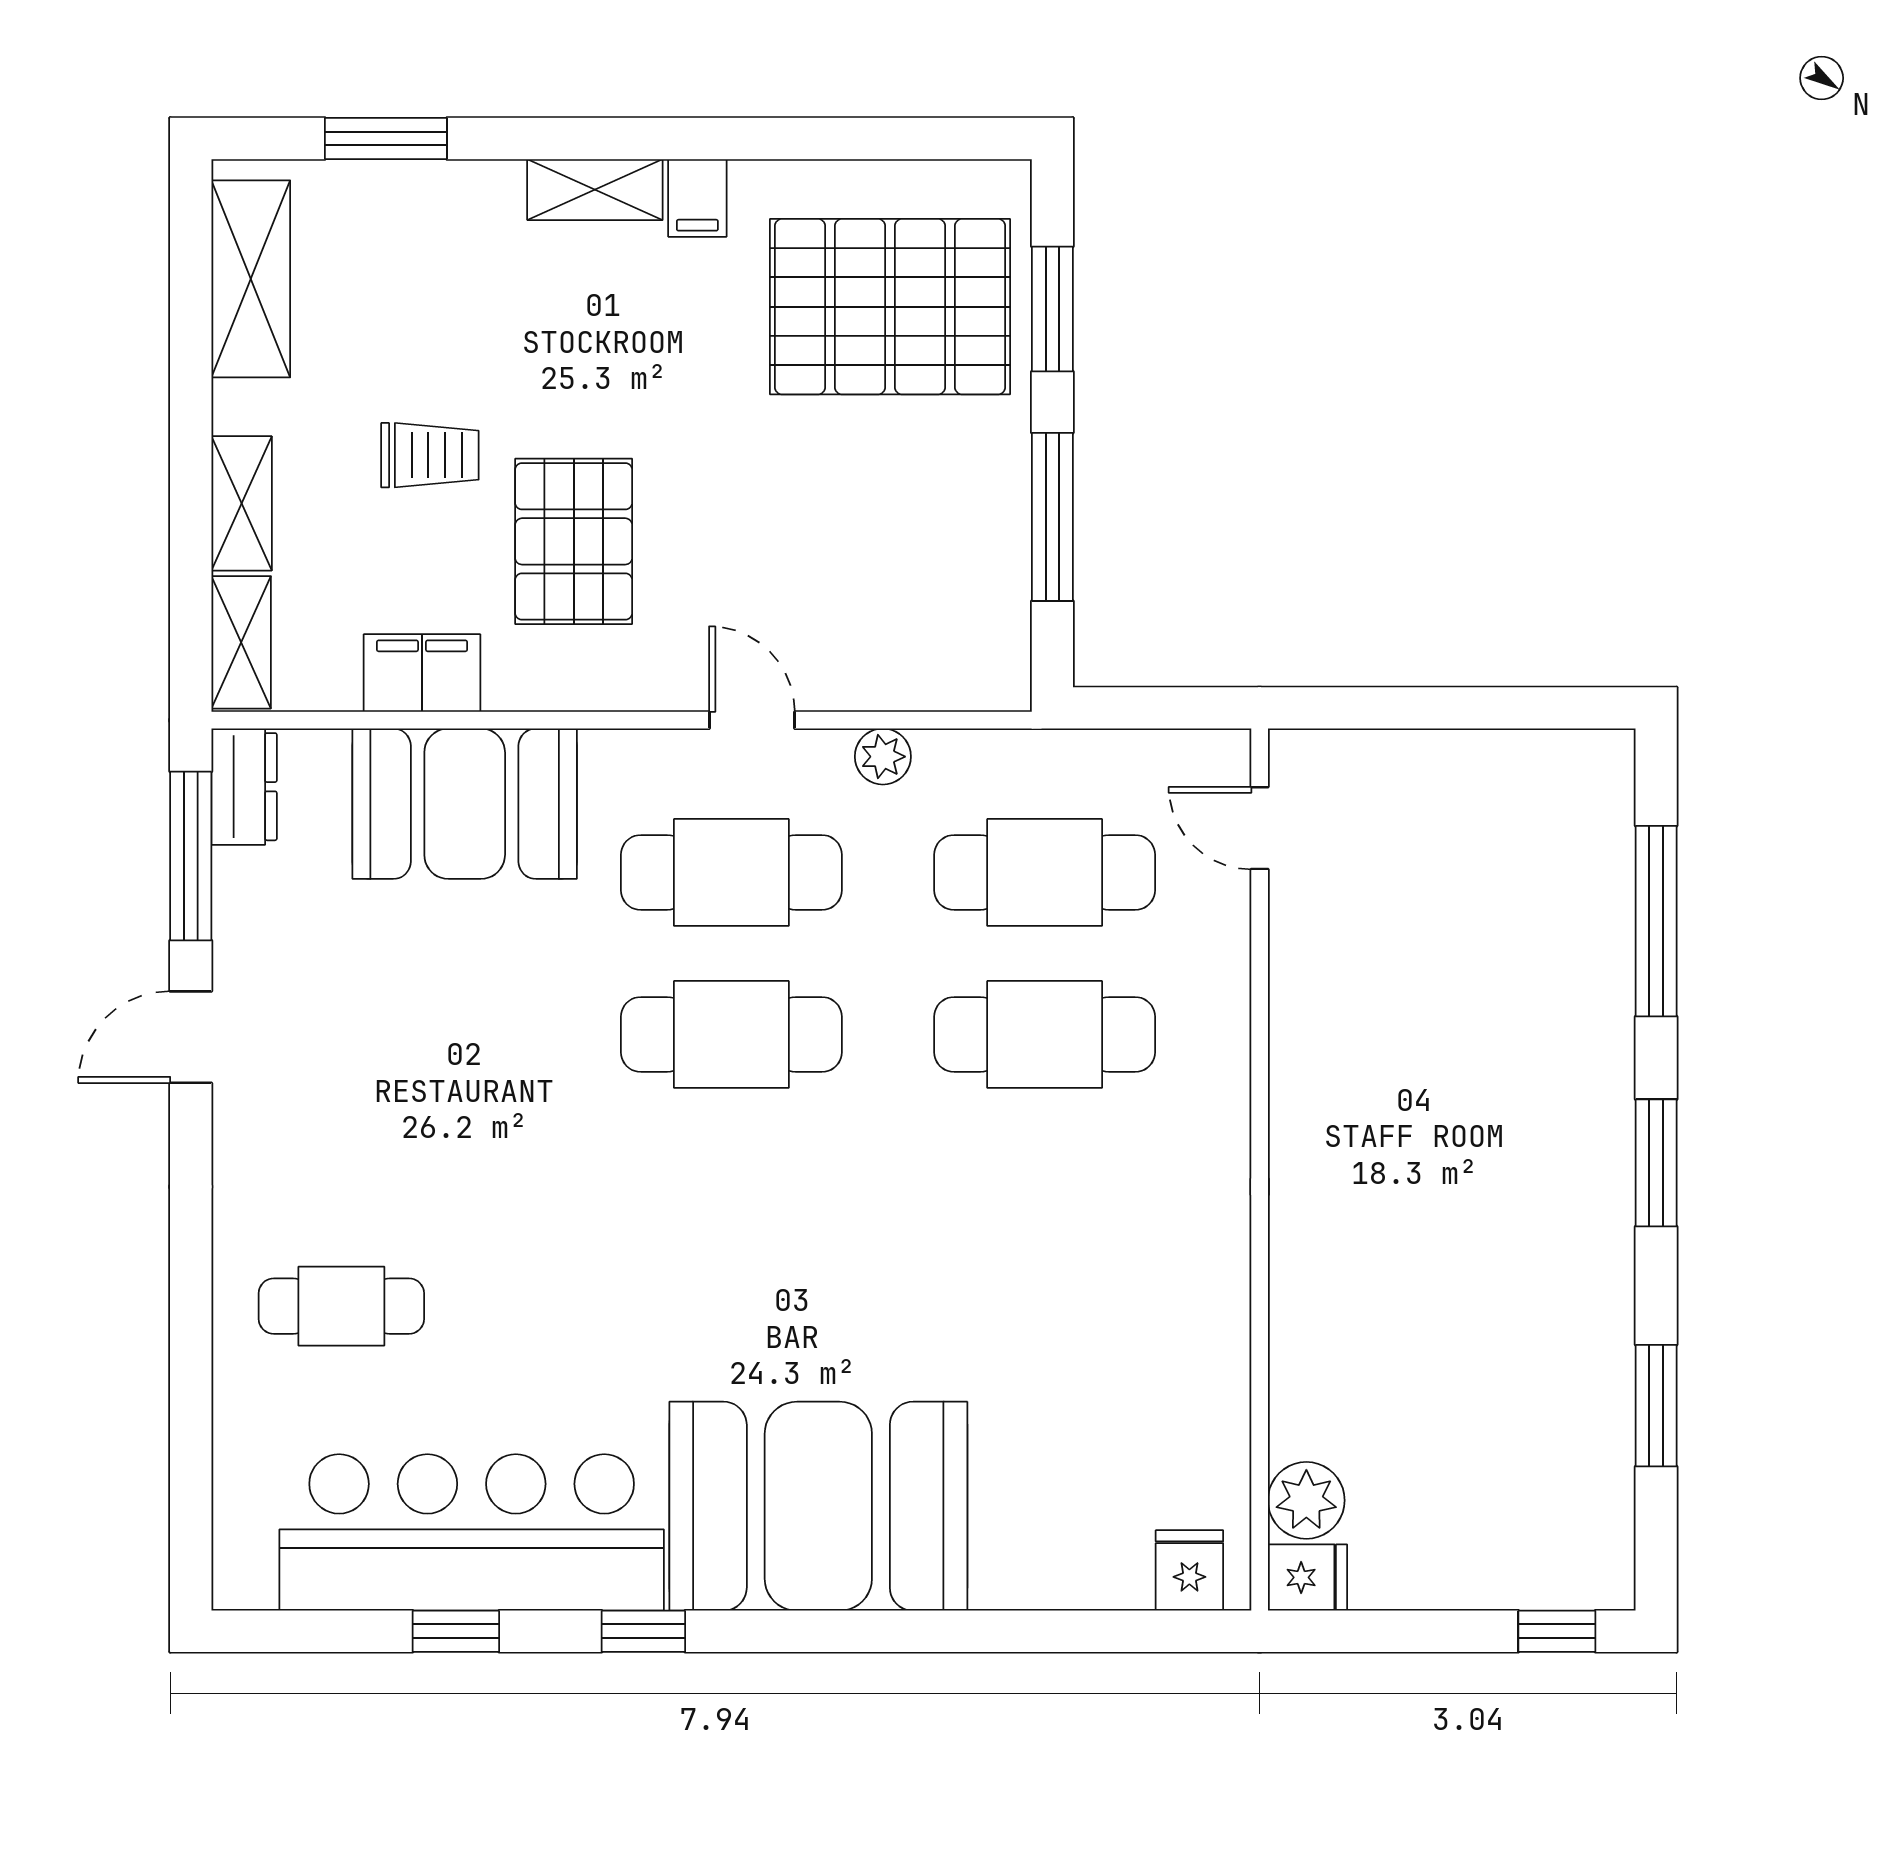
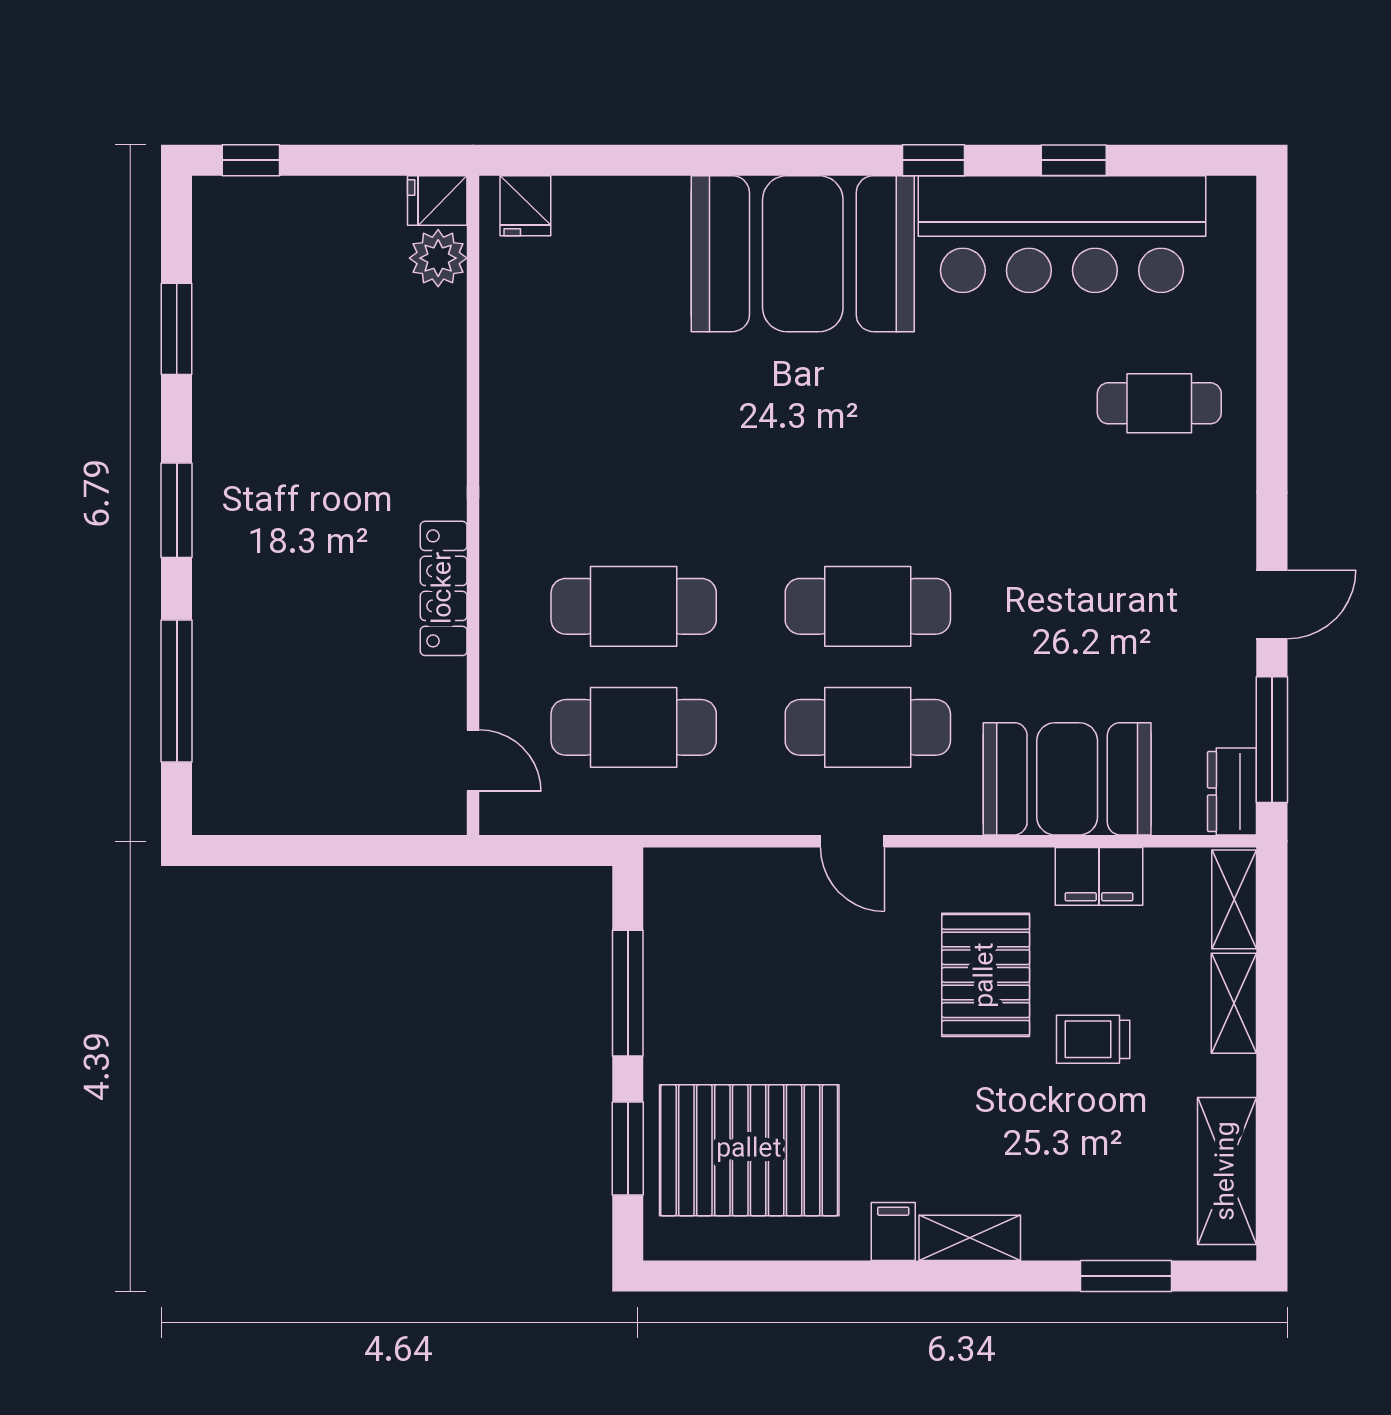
plant: (883, 757) -> (755, 814), removed
locker: (1299, 1058) -> (444, 588), added

